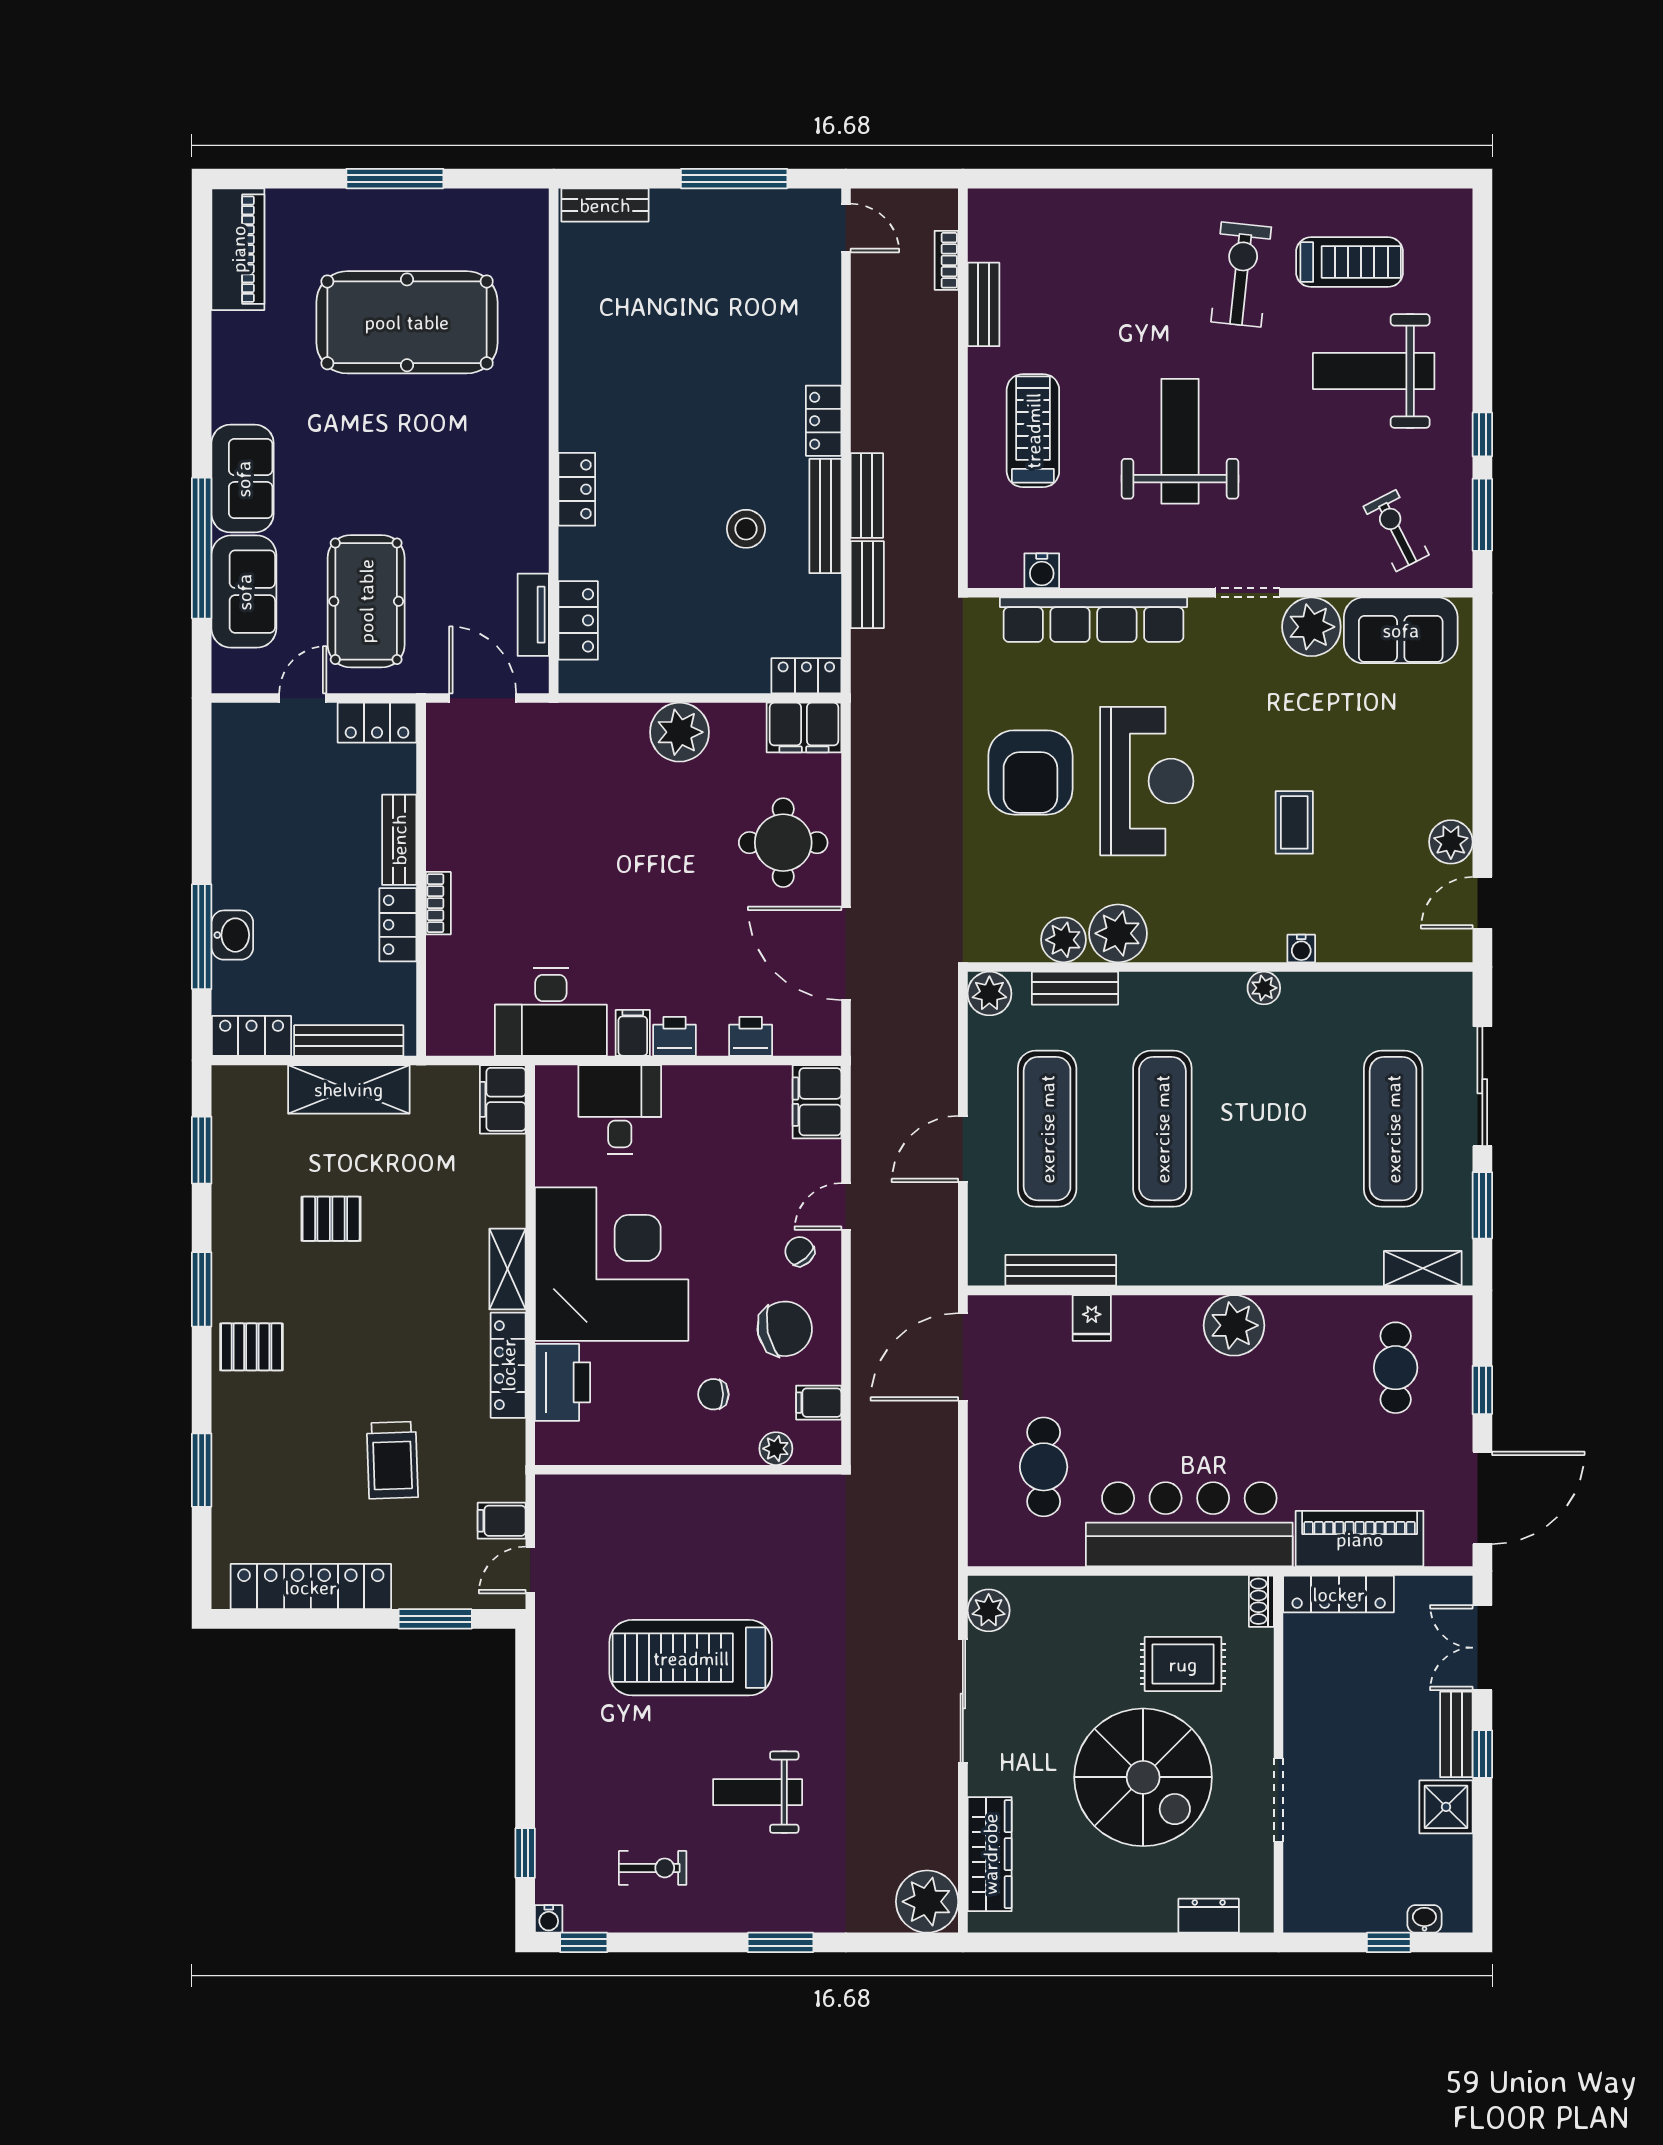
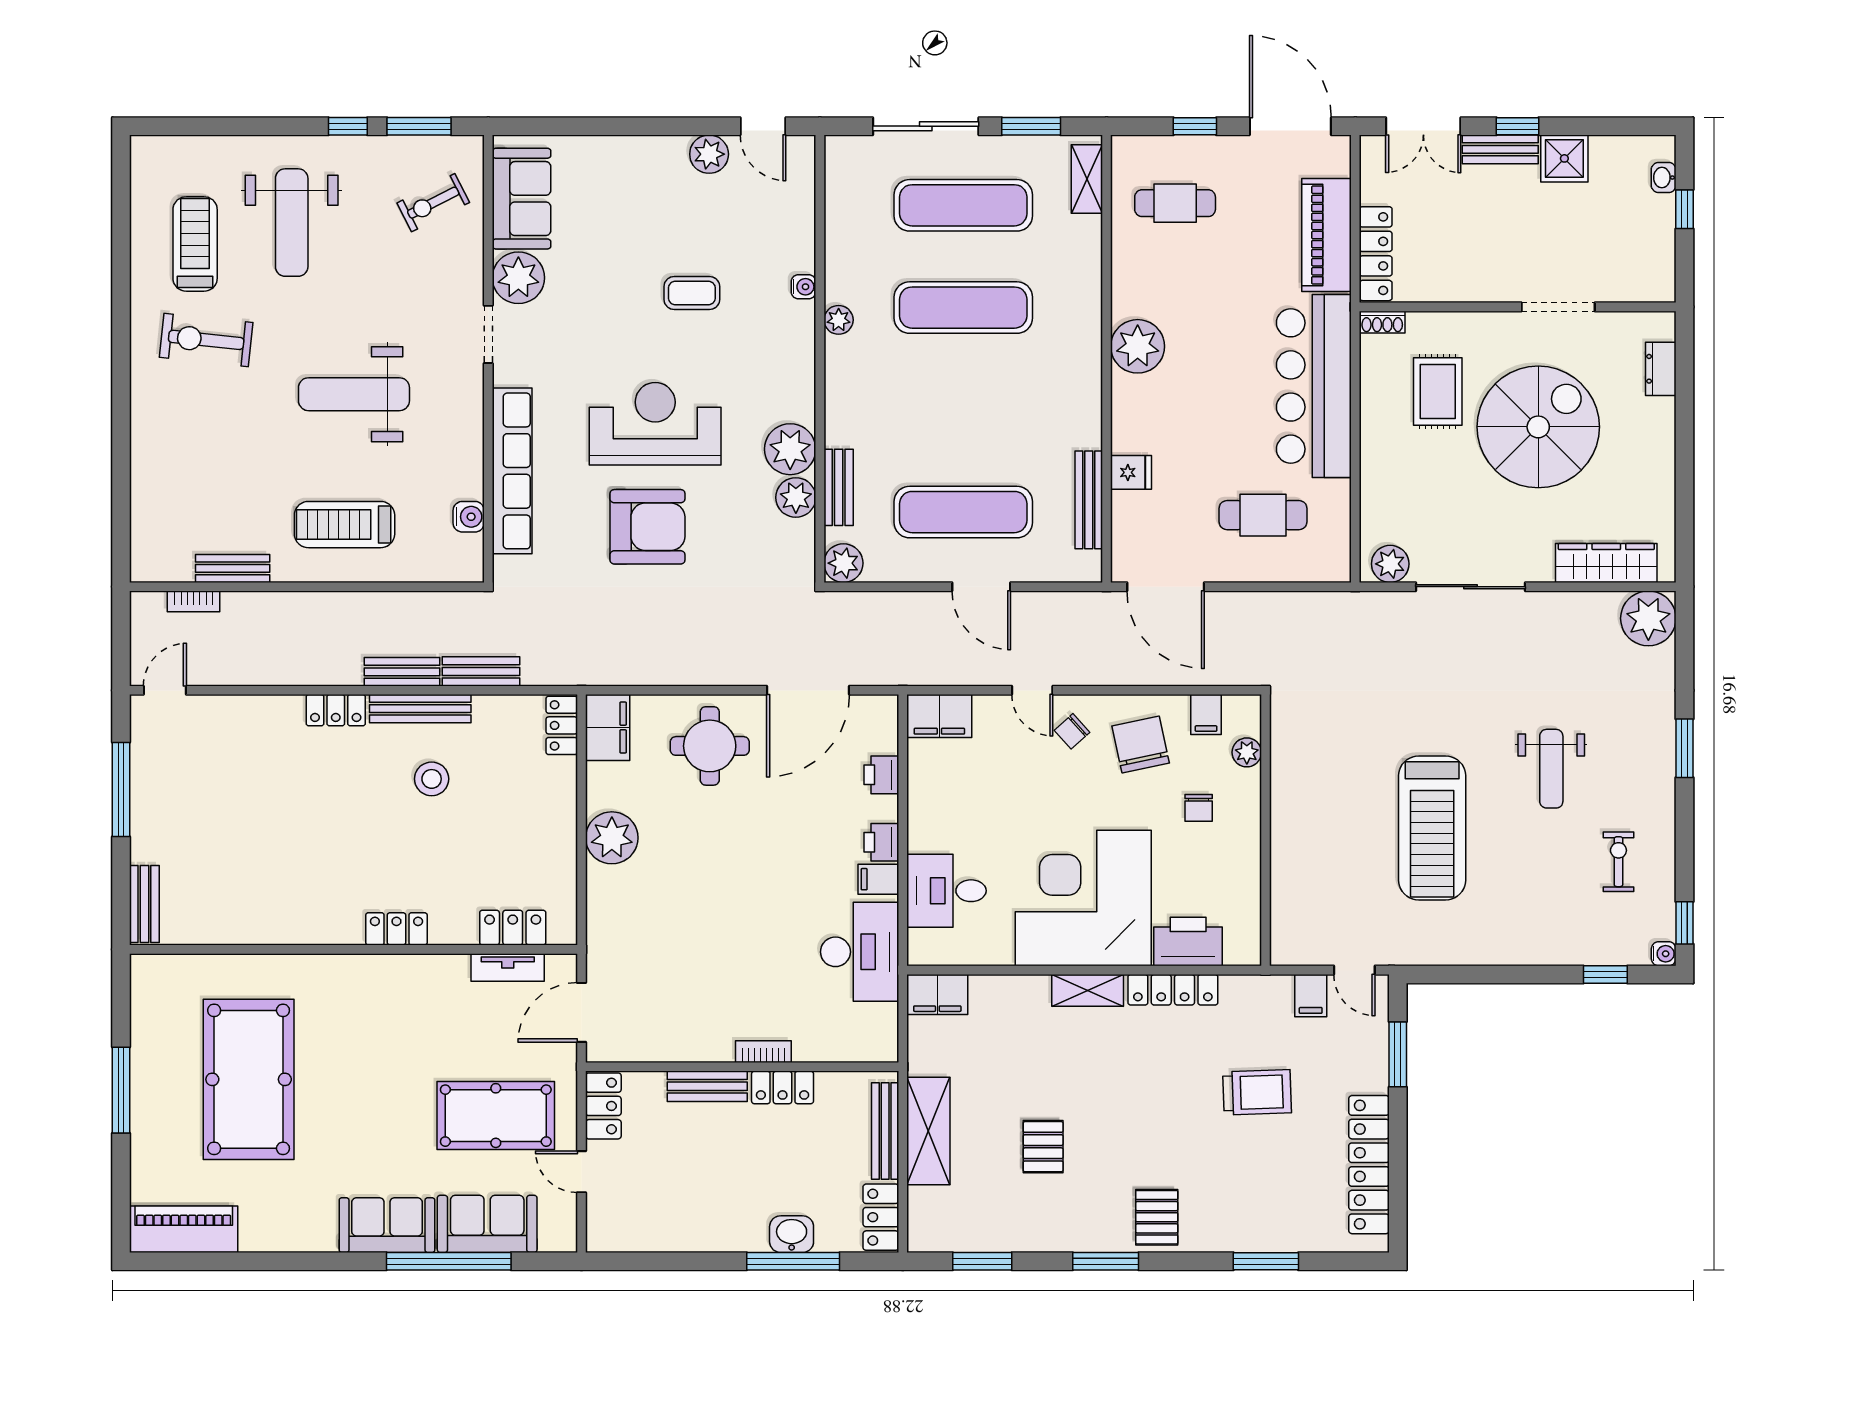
exercise mat: (1162, 1129) -> (963, 308), moved

